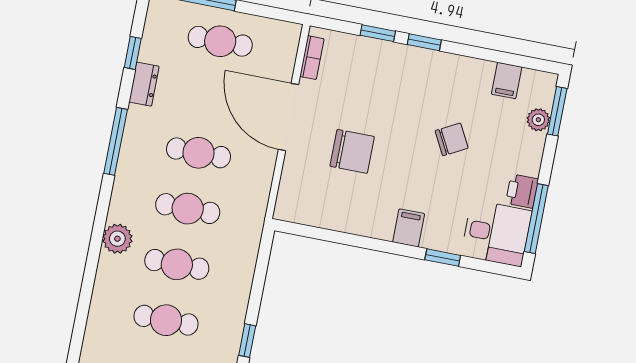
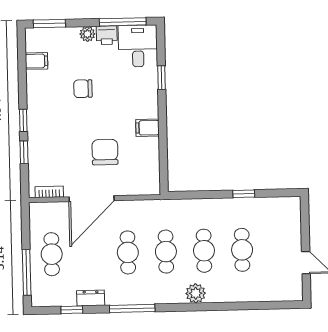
plant: (538, 120) -> (87, 34), moved
chair: (452, 139) -> (83, 89), turned -62
filing cabinet: (409, 228) -> (148, 128), moved

